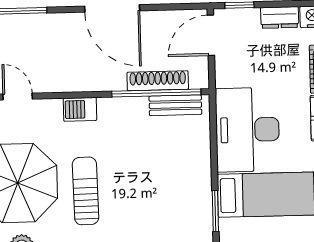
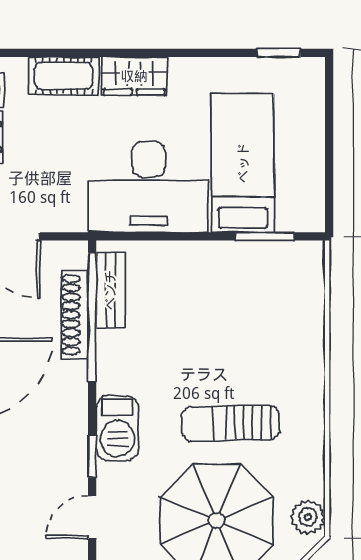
window: (60, 95) -> (92, 456), added
barbecue: (80, 109) -> (117, 428), width x1.38, depth x1.27

